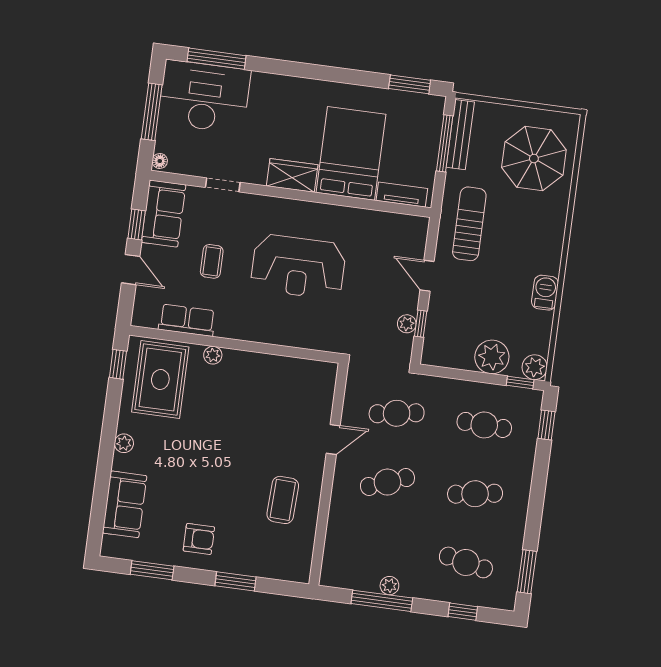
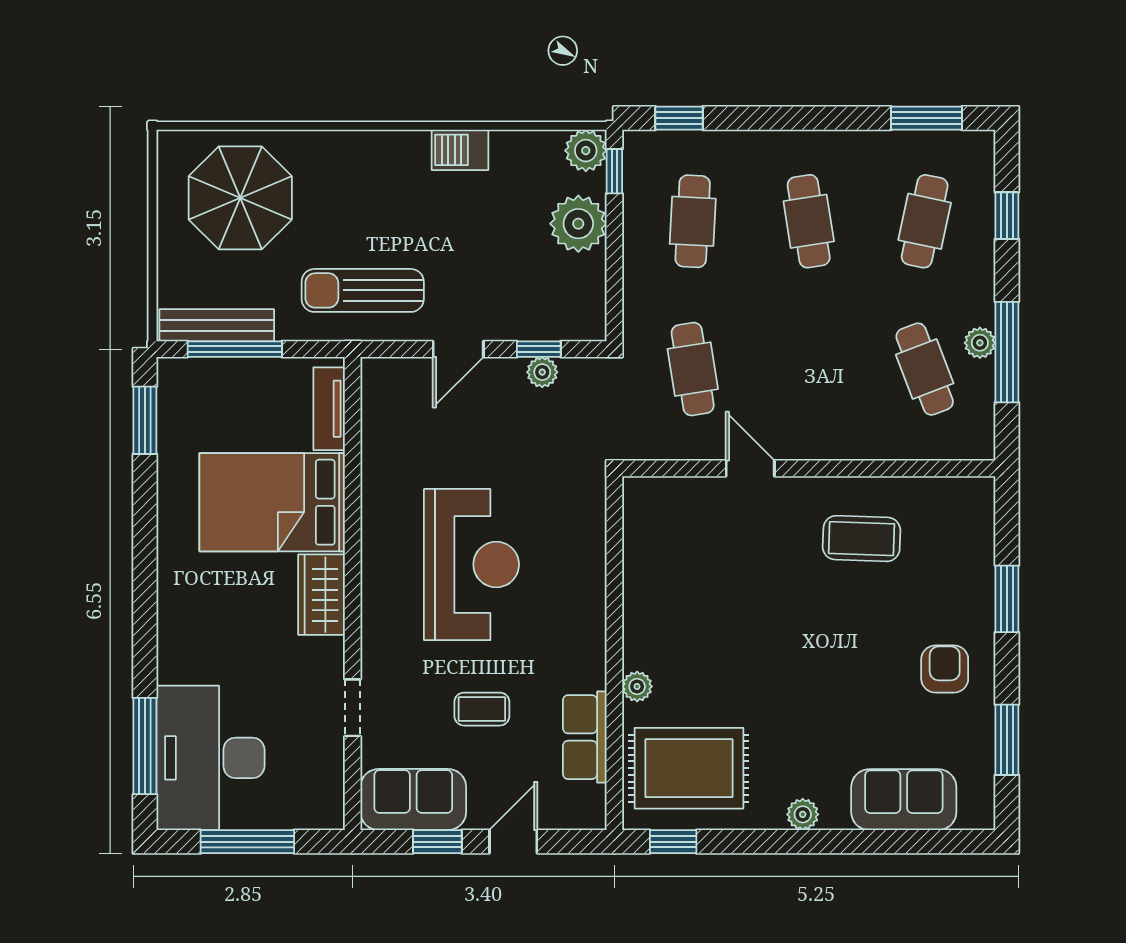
floor lamp: (160, 161) -> (327, 817), removed
cafe table: (387, 482) -> (925, 369), moved

